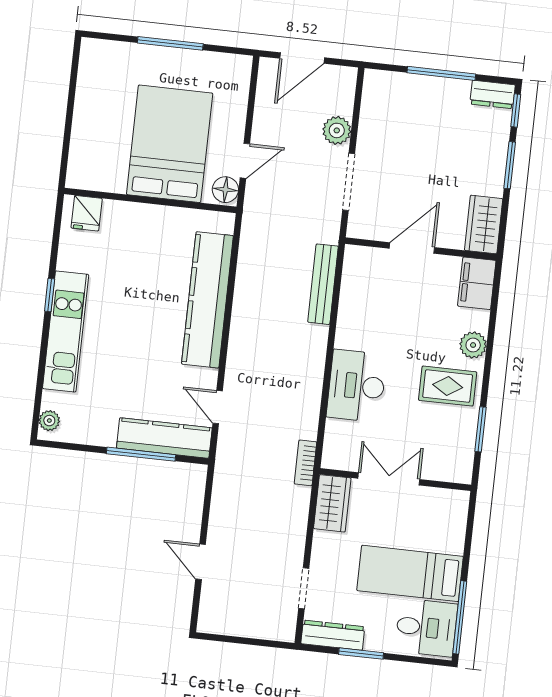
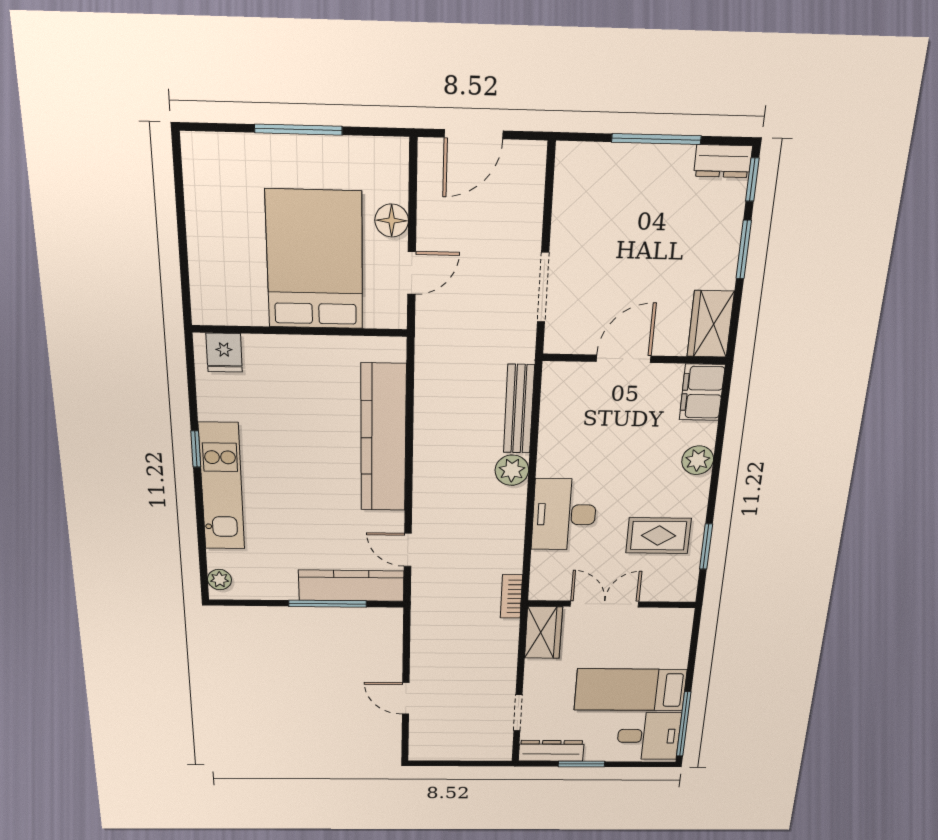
plant: (337, 130) -> (512, 470), moved
floor lamp: (225, 190) -> (392, 220), moved
rug: (448, 386) -> (658, 536), moved

